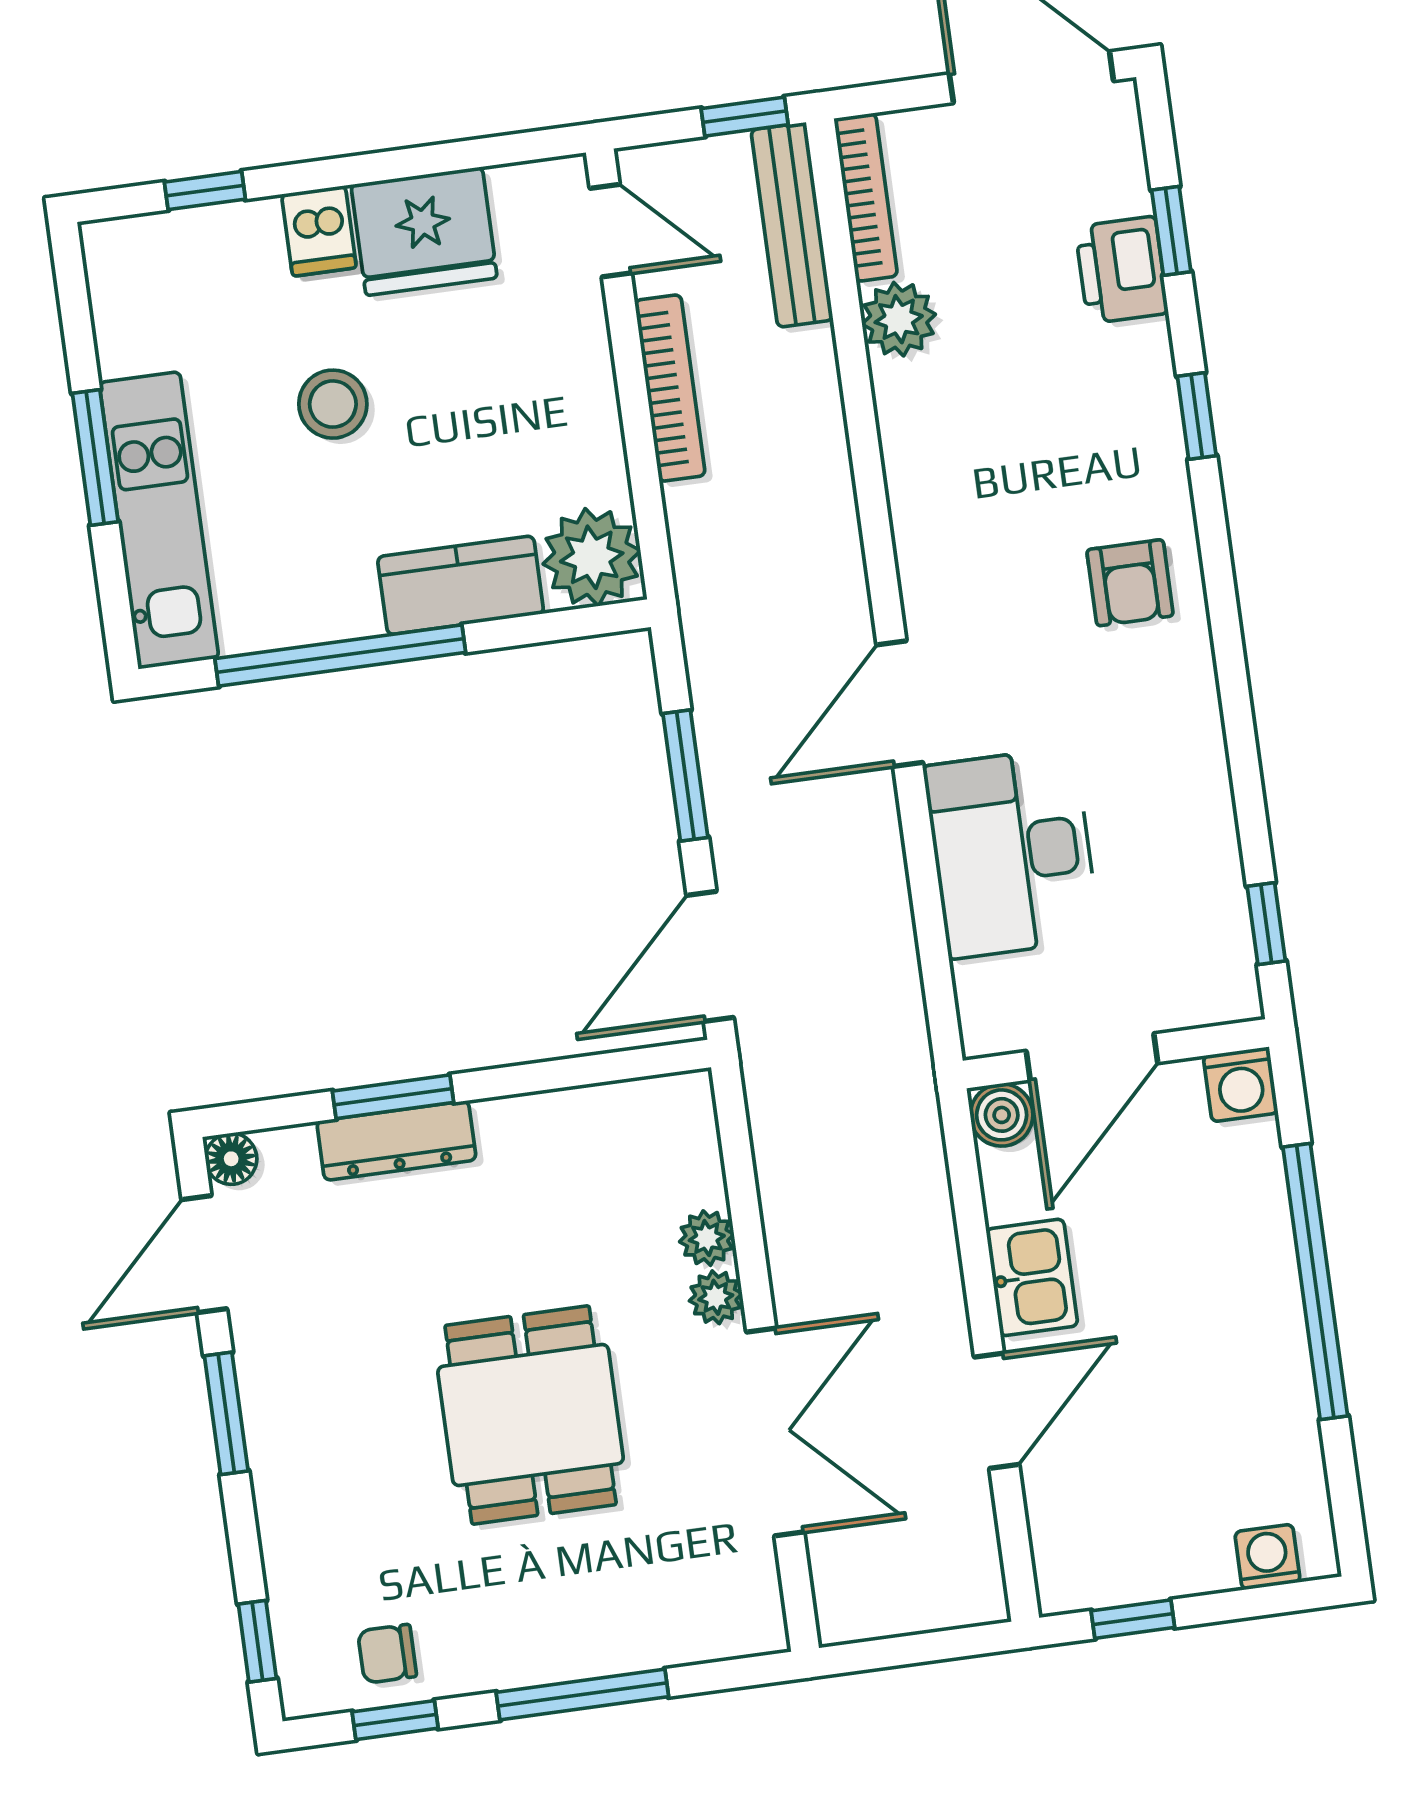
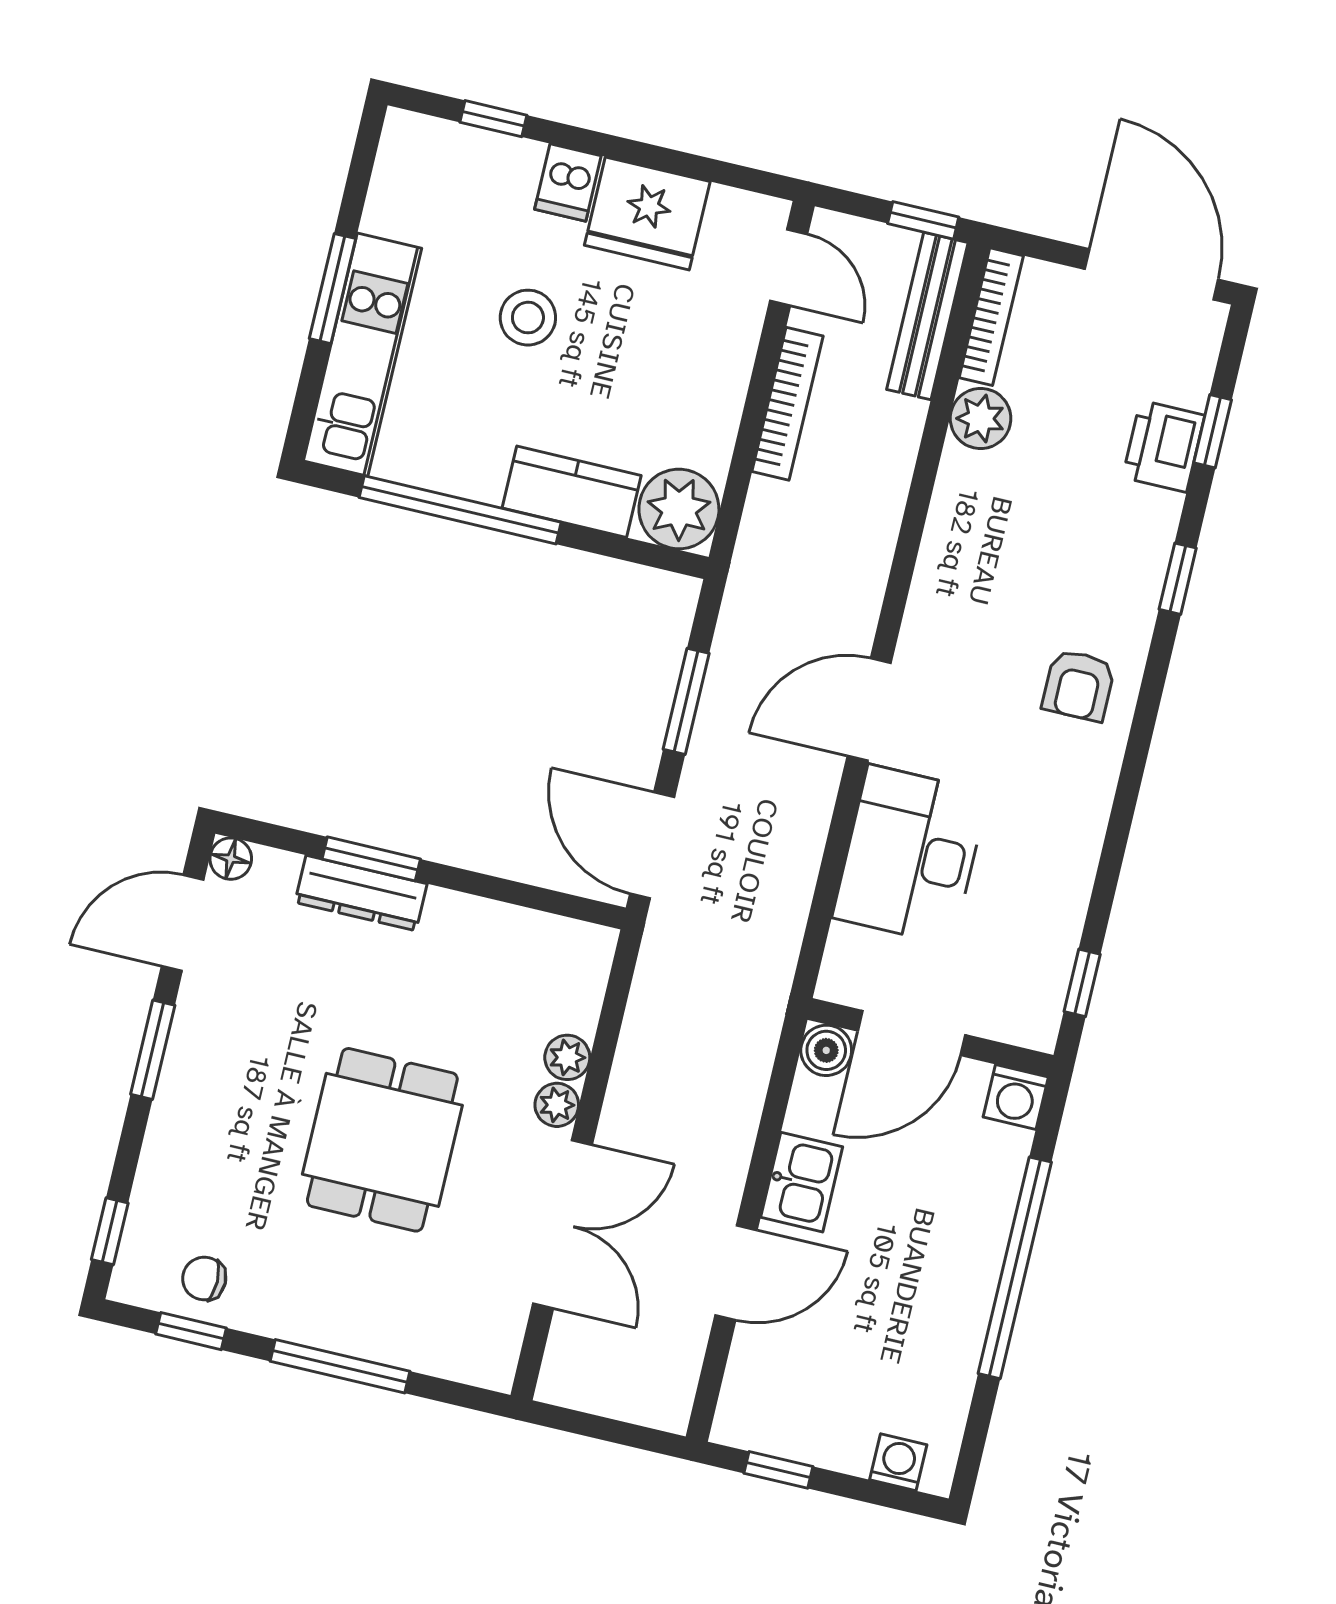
door: (710, 956) -> (652, 845), hinge flipped

